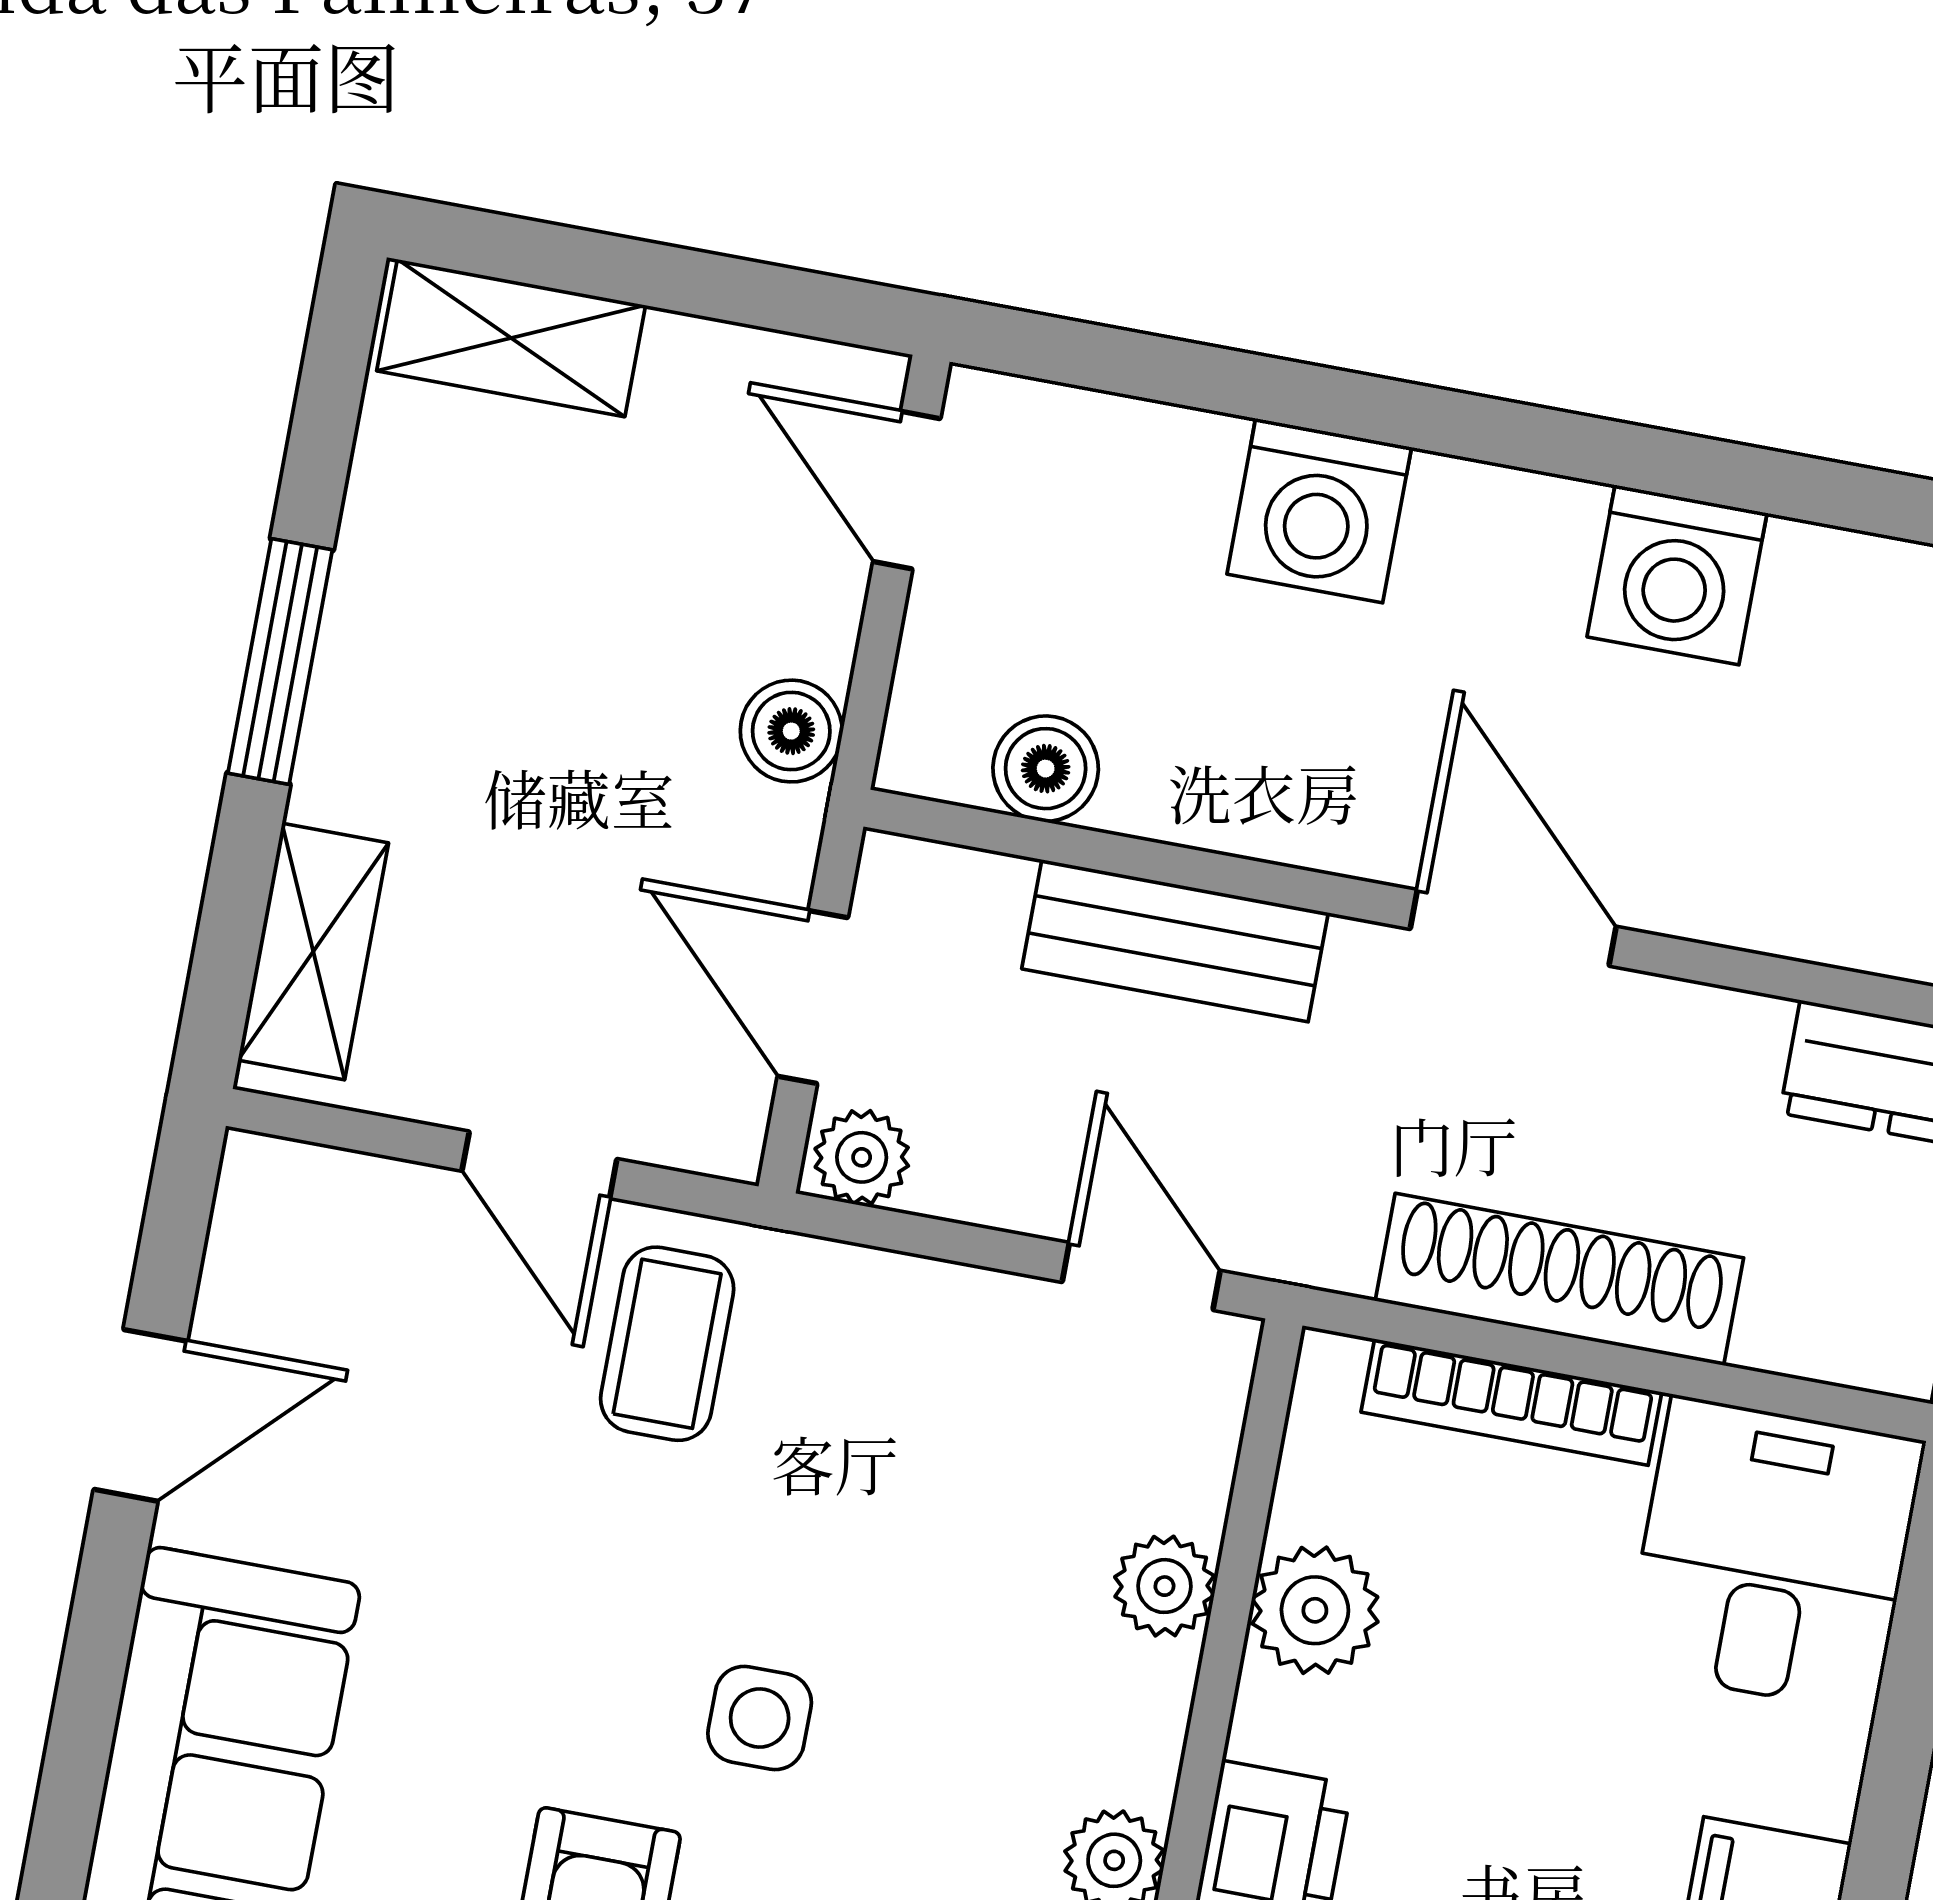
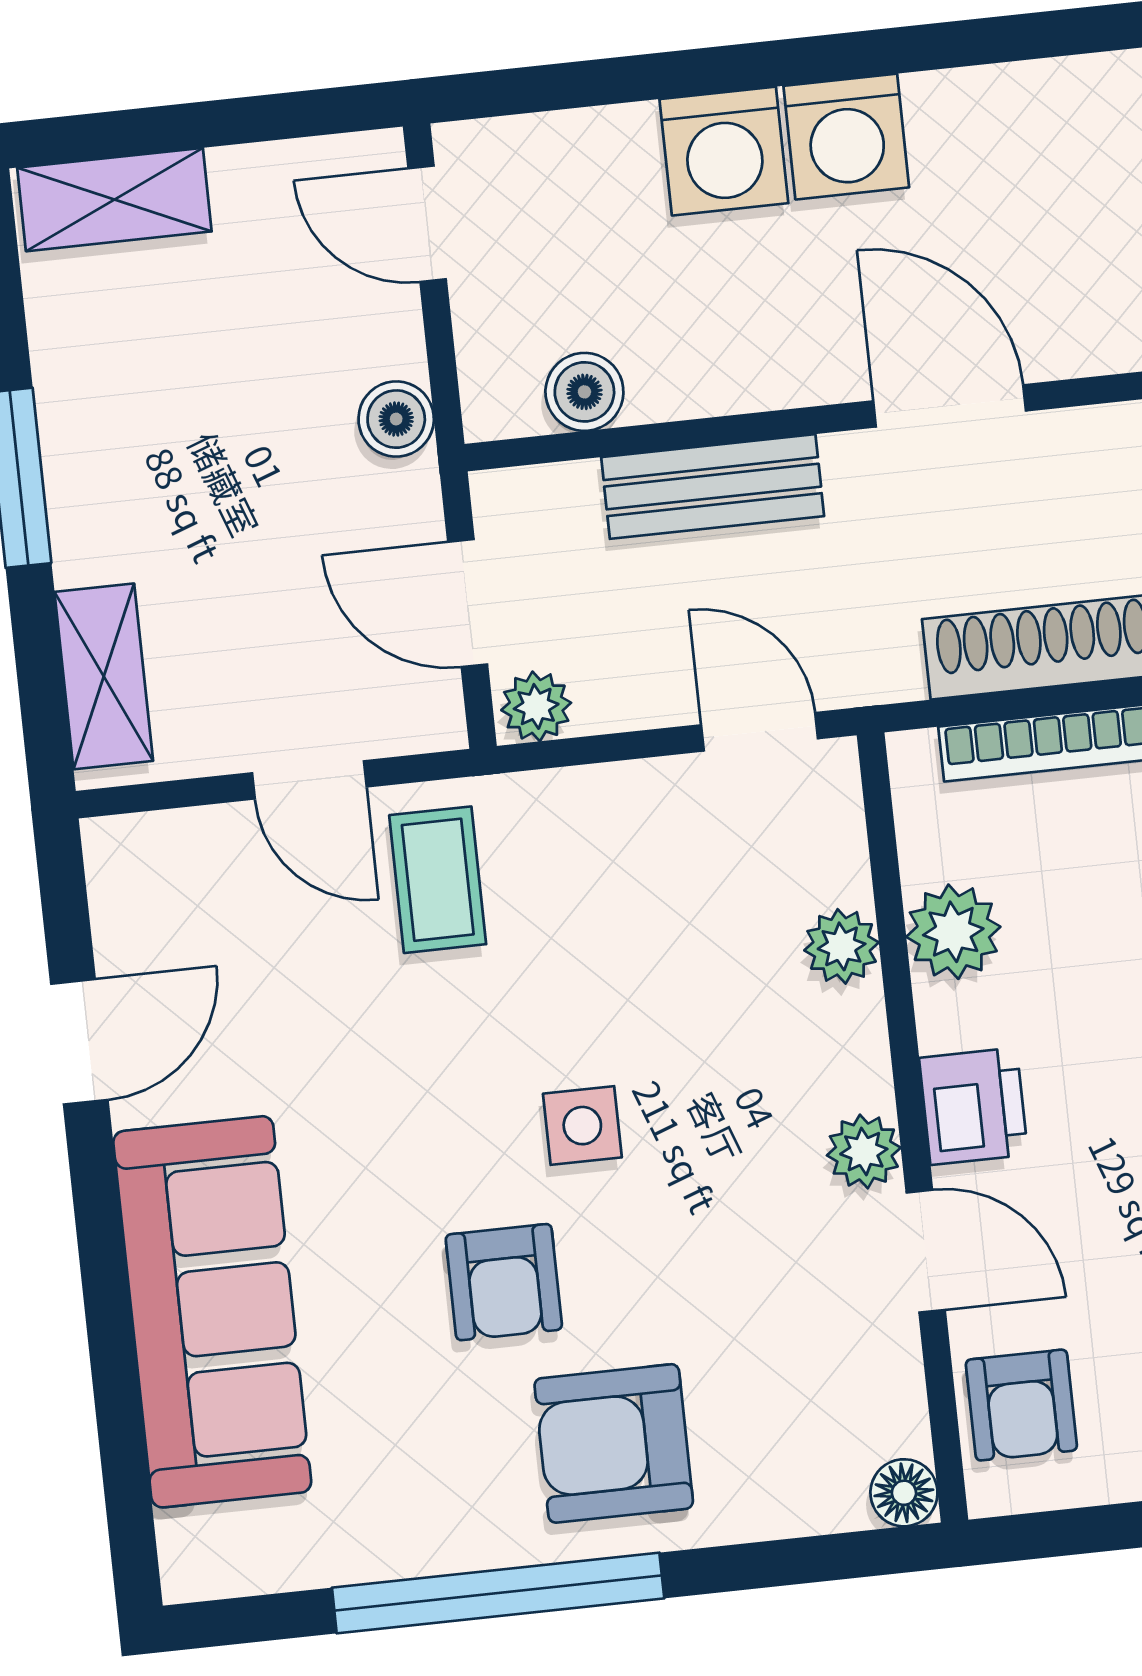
washing machine: (1677, 575) -> (846, 137), moved

